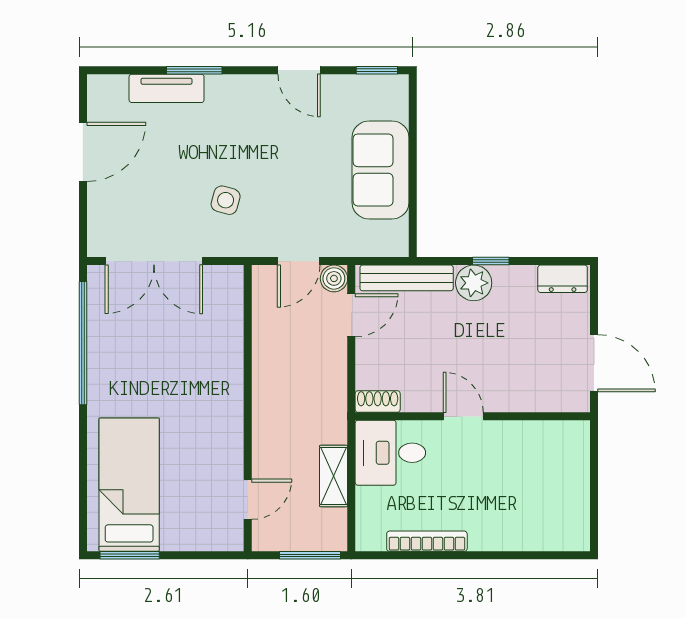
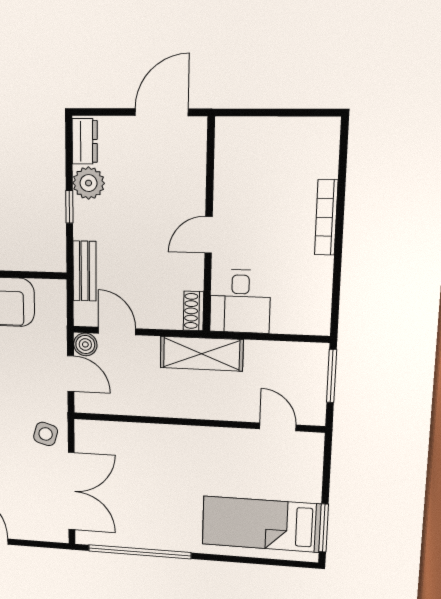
side table: (226, 200) -> (46, 434), moved
bench: (407, 278) -> (85, 271), width x0.73
plant: (474, 283) -> (89, 183), moved
shelving: (334, 476) -> (202, 354), moved, width x1.50, depth x1.33
bookcase: (427, 541) -> (326, 217), moved

